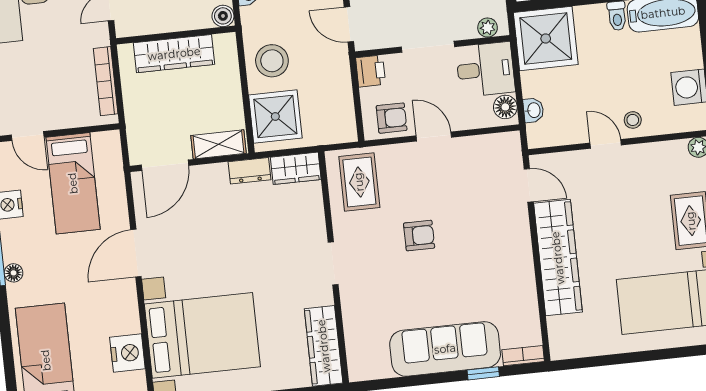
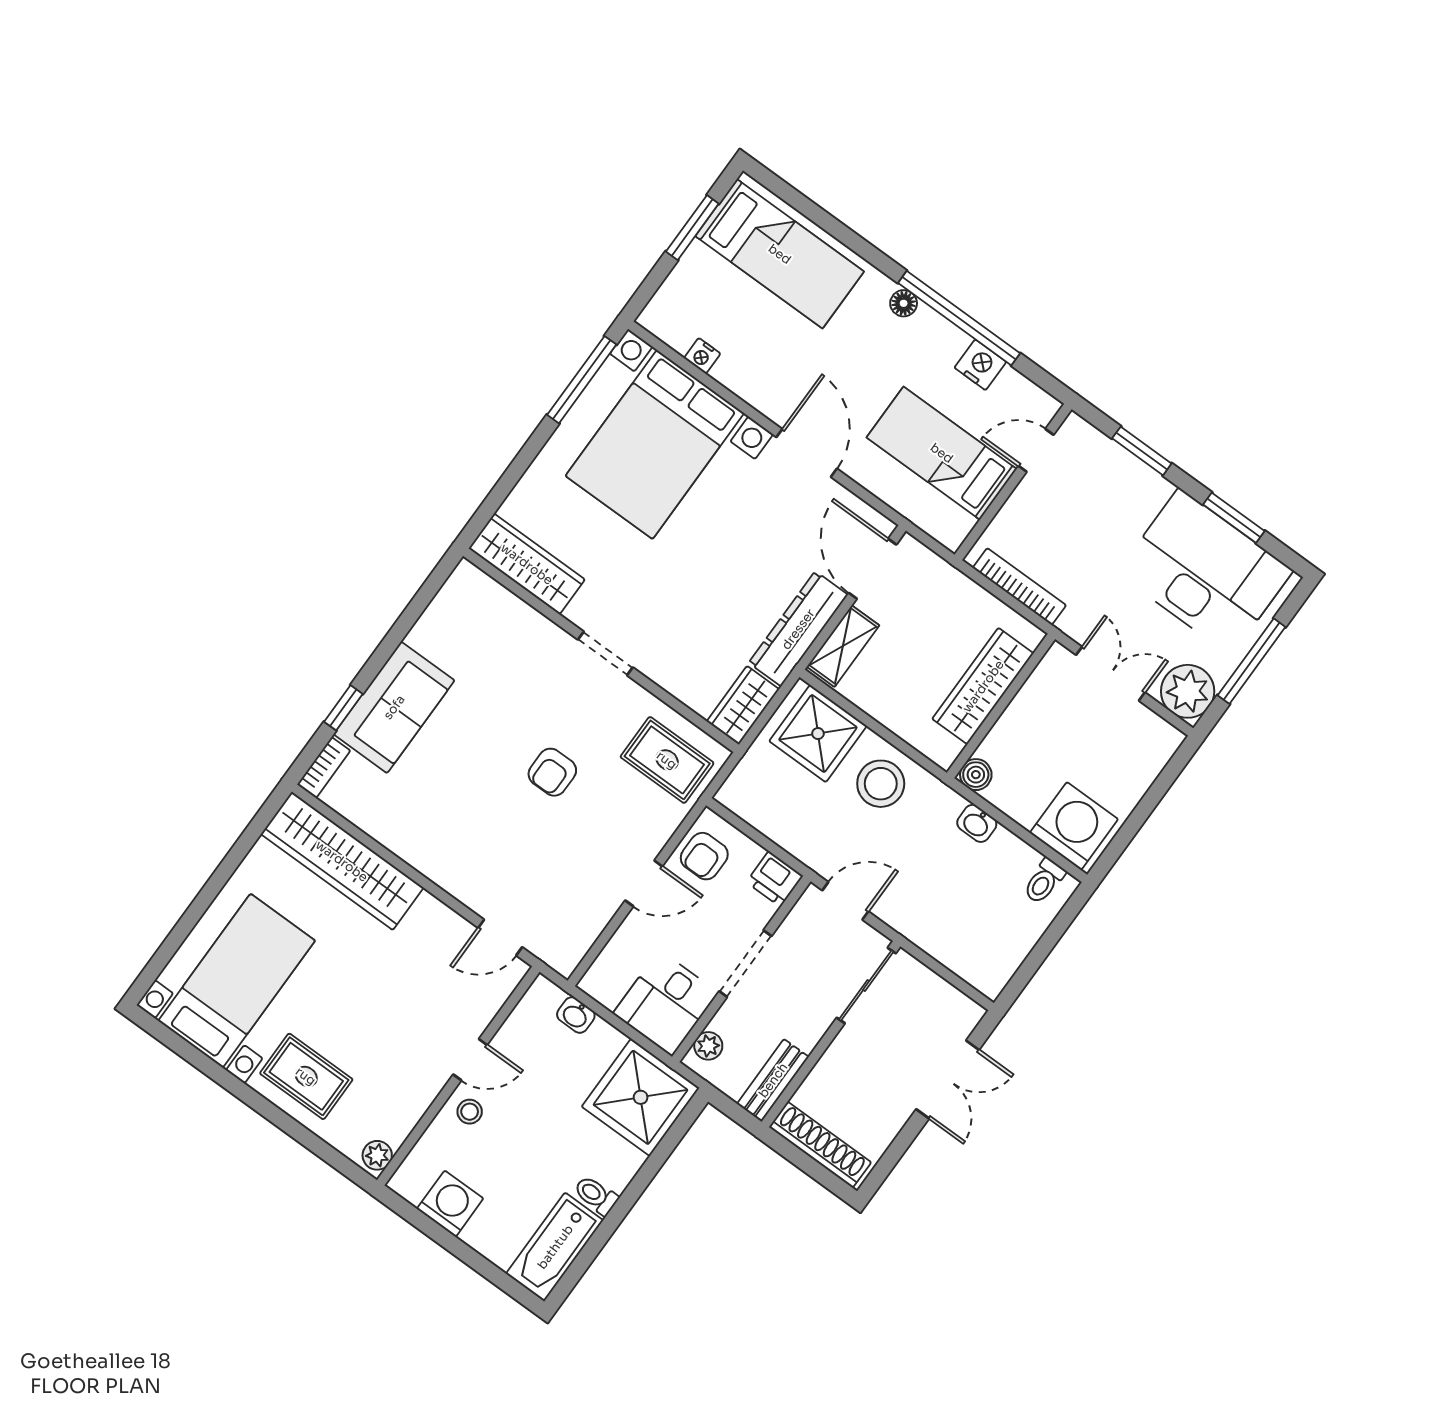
floor lamp: (505, 107) -> (606, 988), removed
dresser: (249, 171) -> (798, 629), width x1.96, depth x1.24
wardrobe: (558, 258) -> (342, 861), moved
sofa: (445, 349) -> (394, 707), width x0.73
nightstand: (127, 353) -> (702, 356), width x0.53, depth x0.56

